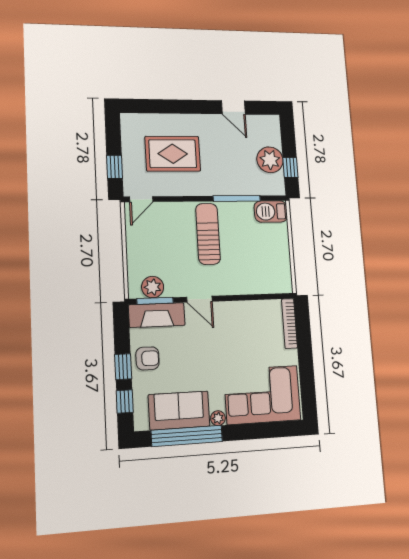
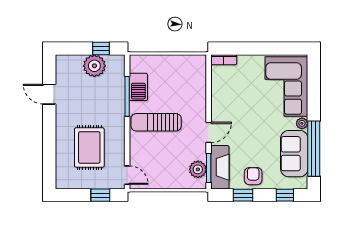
door: (233, 107) -> (49, 94), swing flipped
barbecue: (271, 211) -> (138, 87), moved
bookcase: (289, 323) -> (224, 60), width x0.64
window: (123, 367) -> (243, 195), moved

